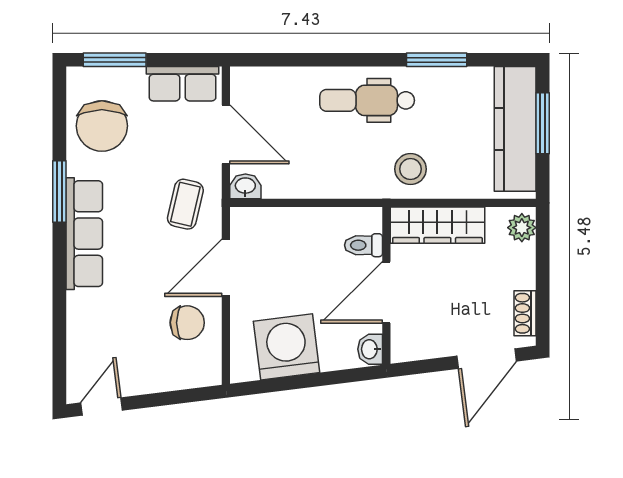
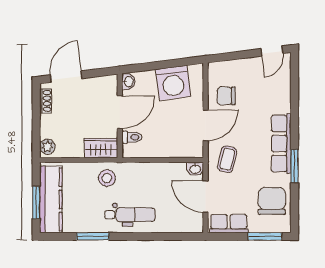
wardrobe: (437, 225) -> (101, 148), width x0.67

